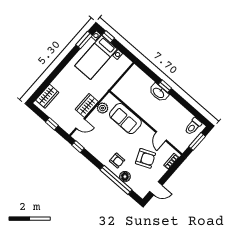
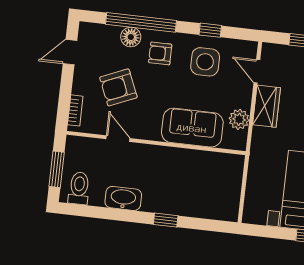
washbasin: (159, 93) -> (123, 198), moved
door: (80, 124) -> (257, 71), hinge flipped
side table: (100, 143) -> (205, 62), added
window: (78, 147) -> (210, 30), moved

